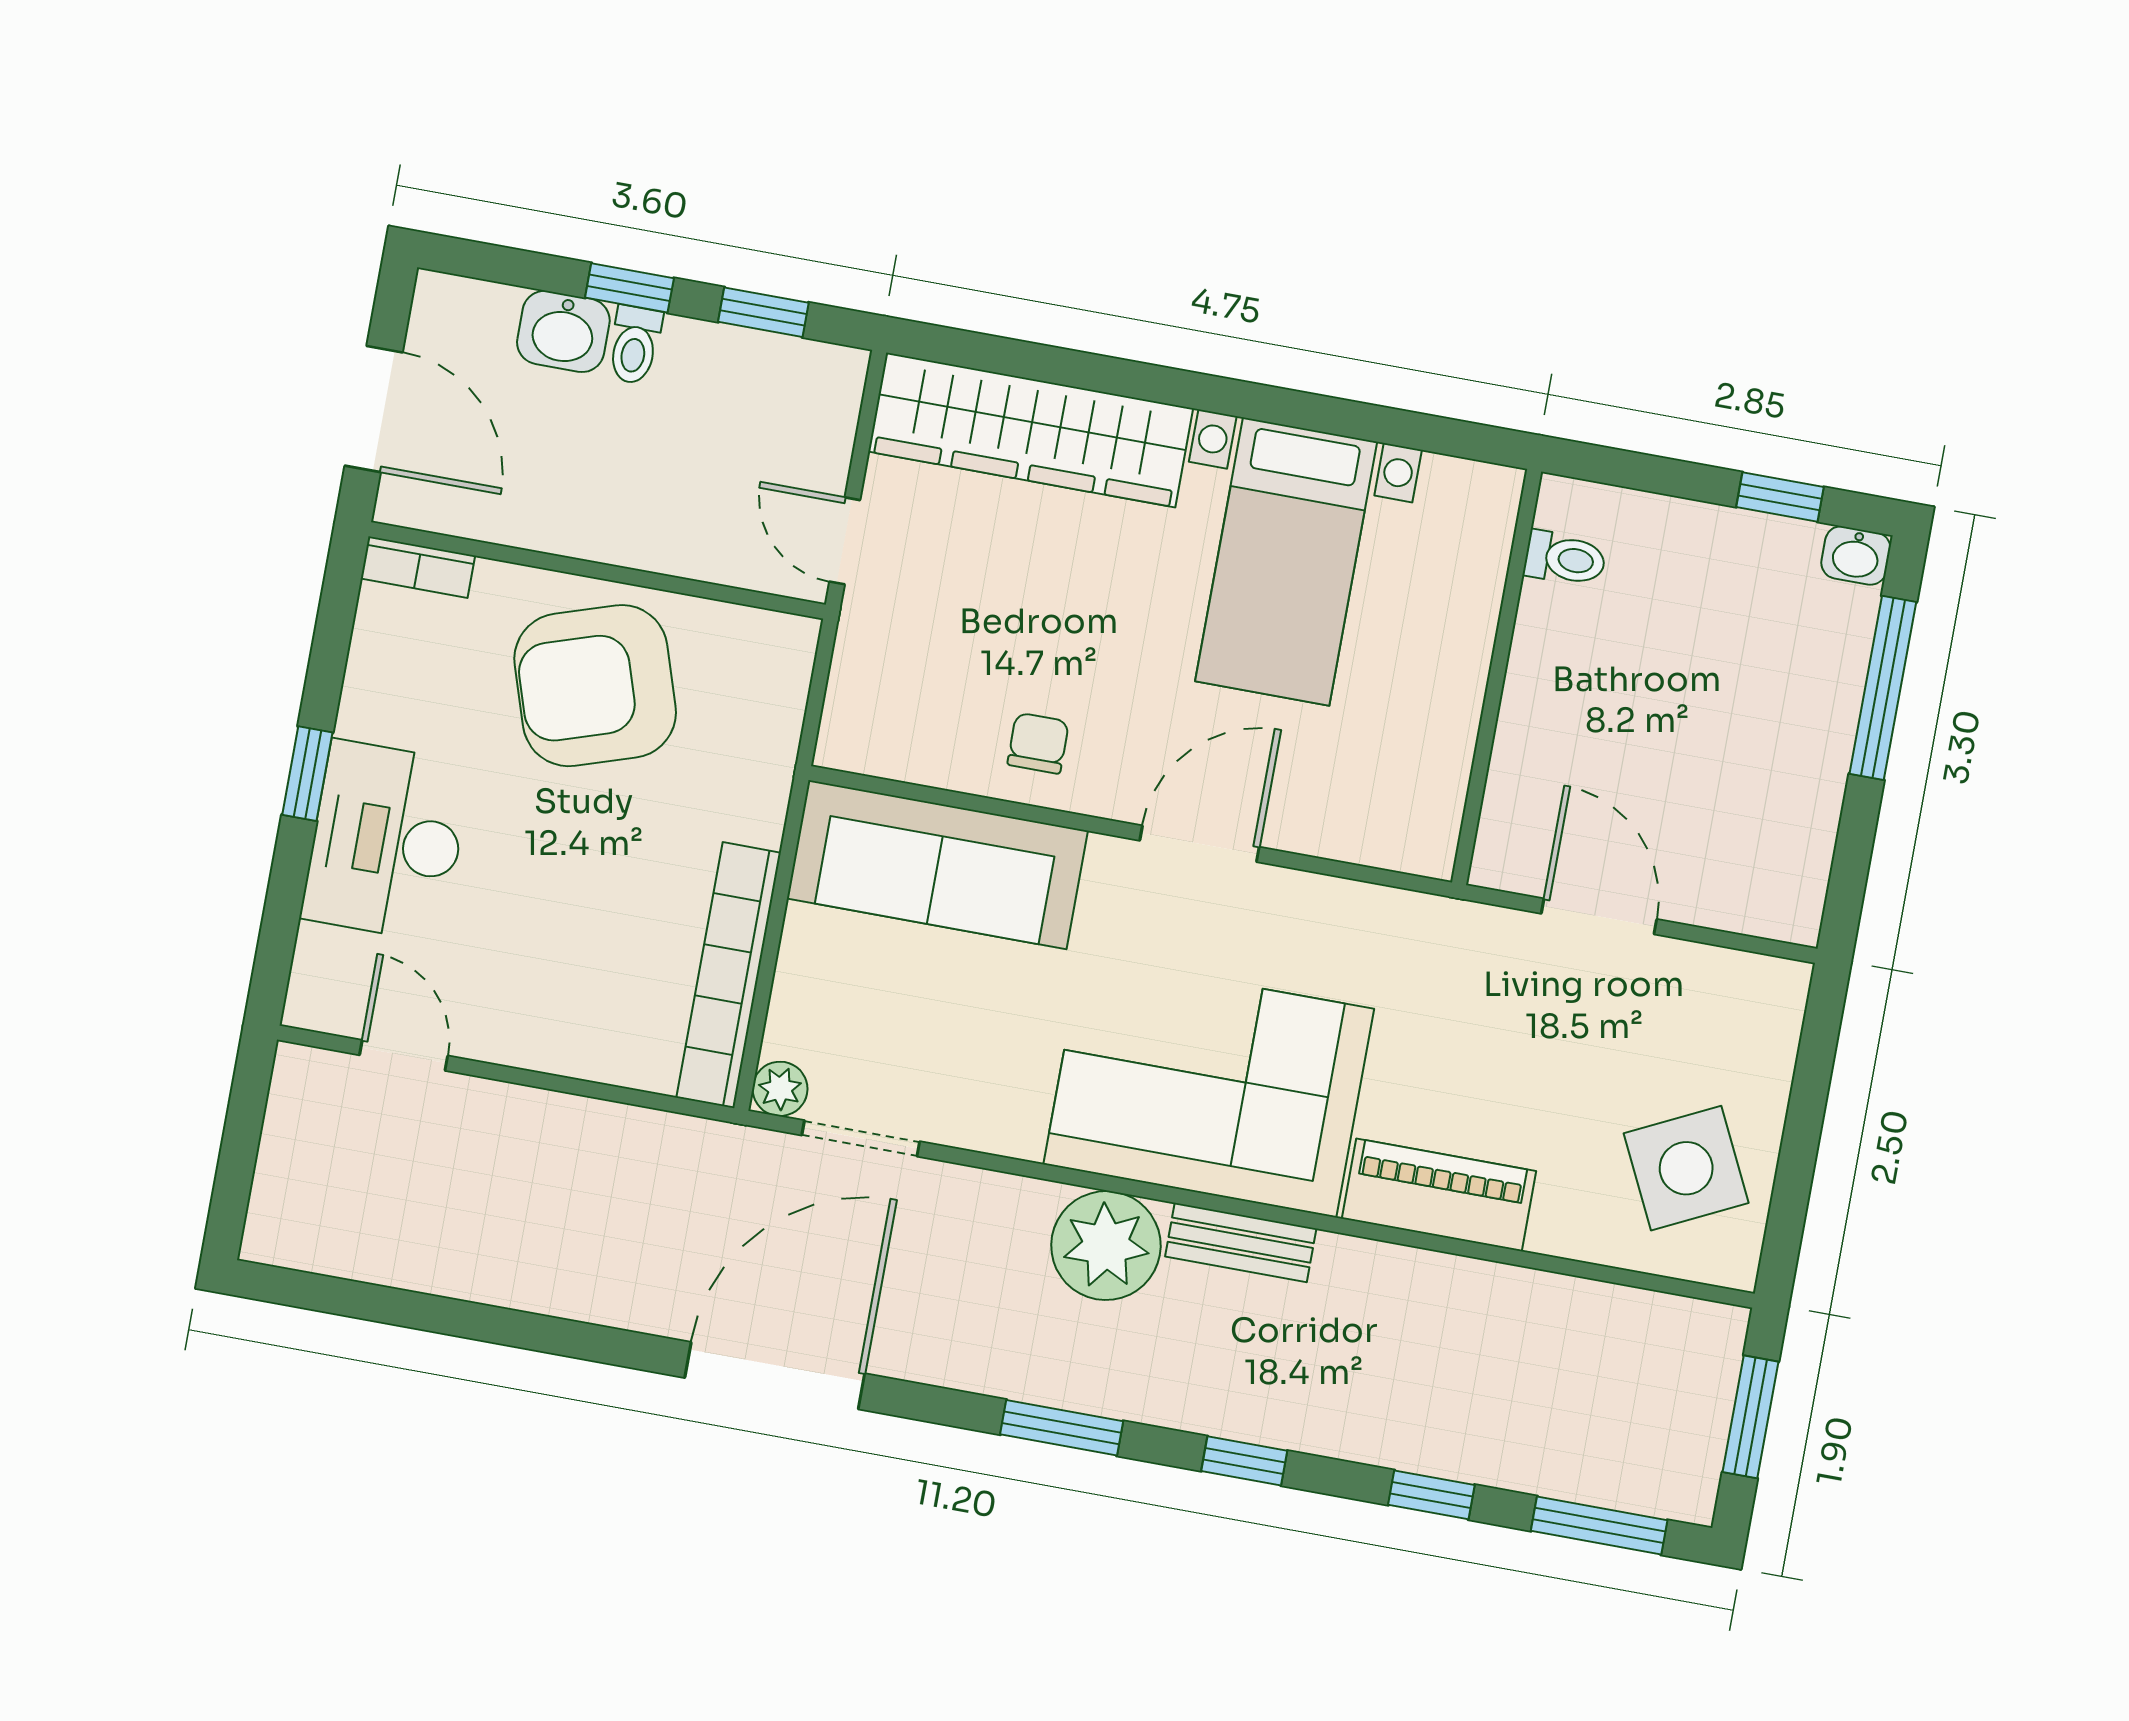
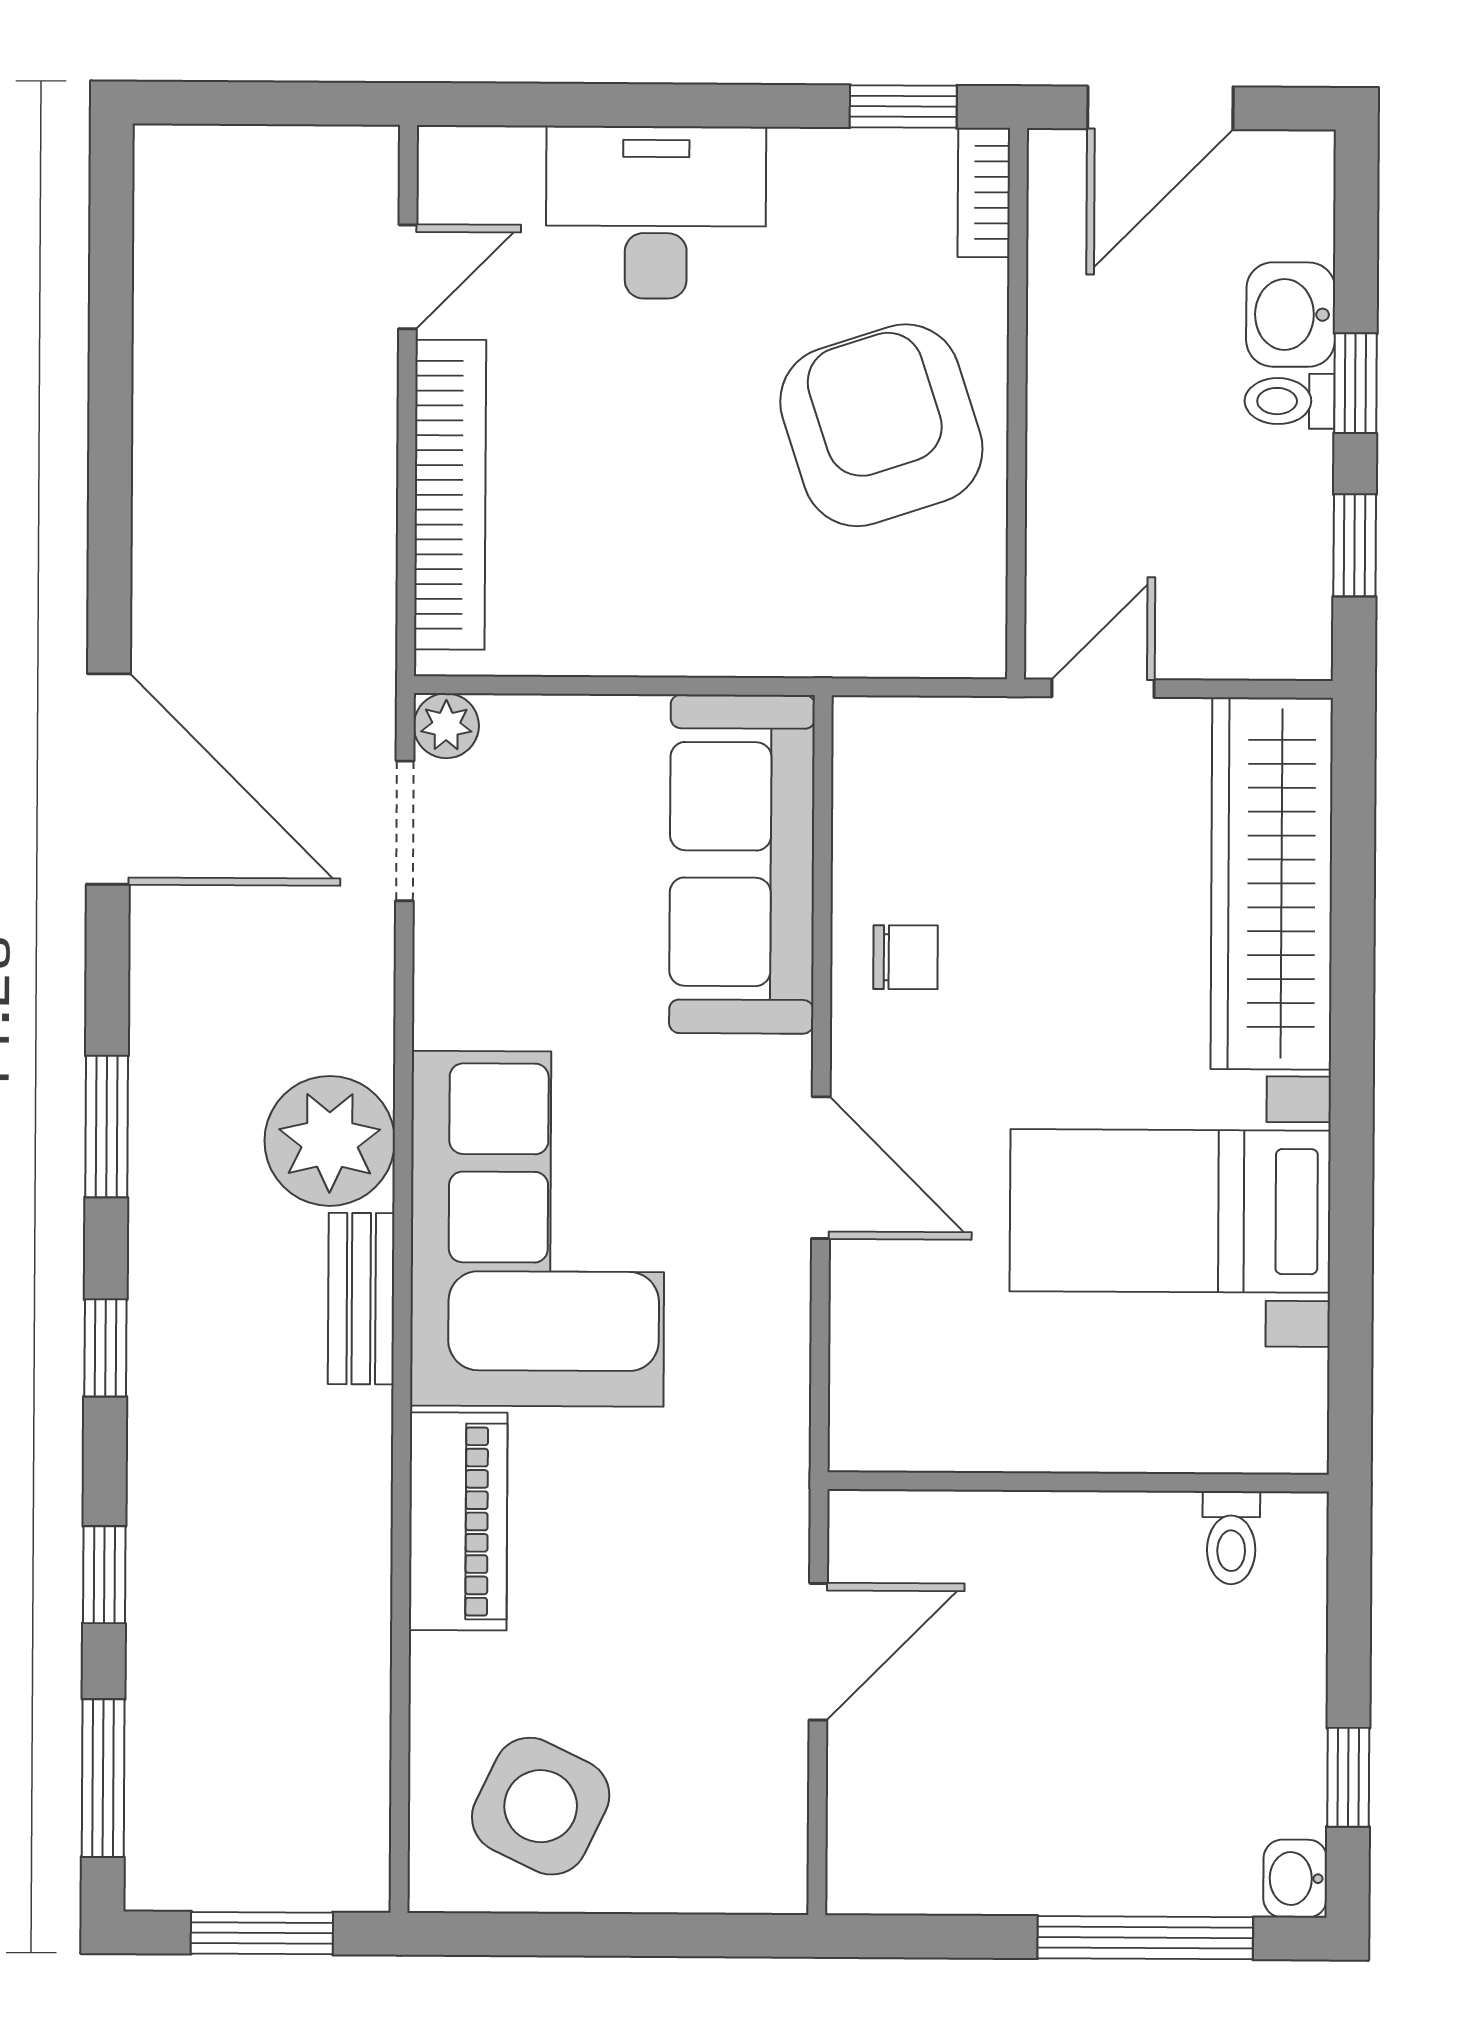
window: (307, 774) -> (903, 106), moved
bookcase: (729, 975) -> (450, 495), moved, turned 90
side table: (1686, 1168) -> (541, 1806), turned -38

